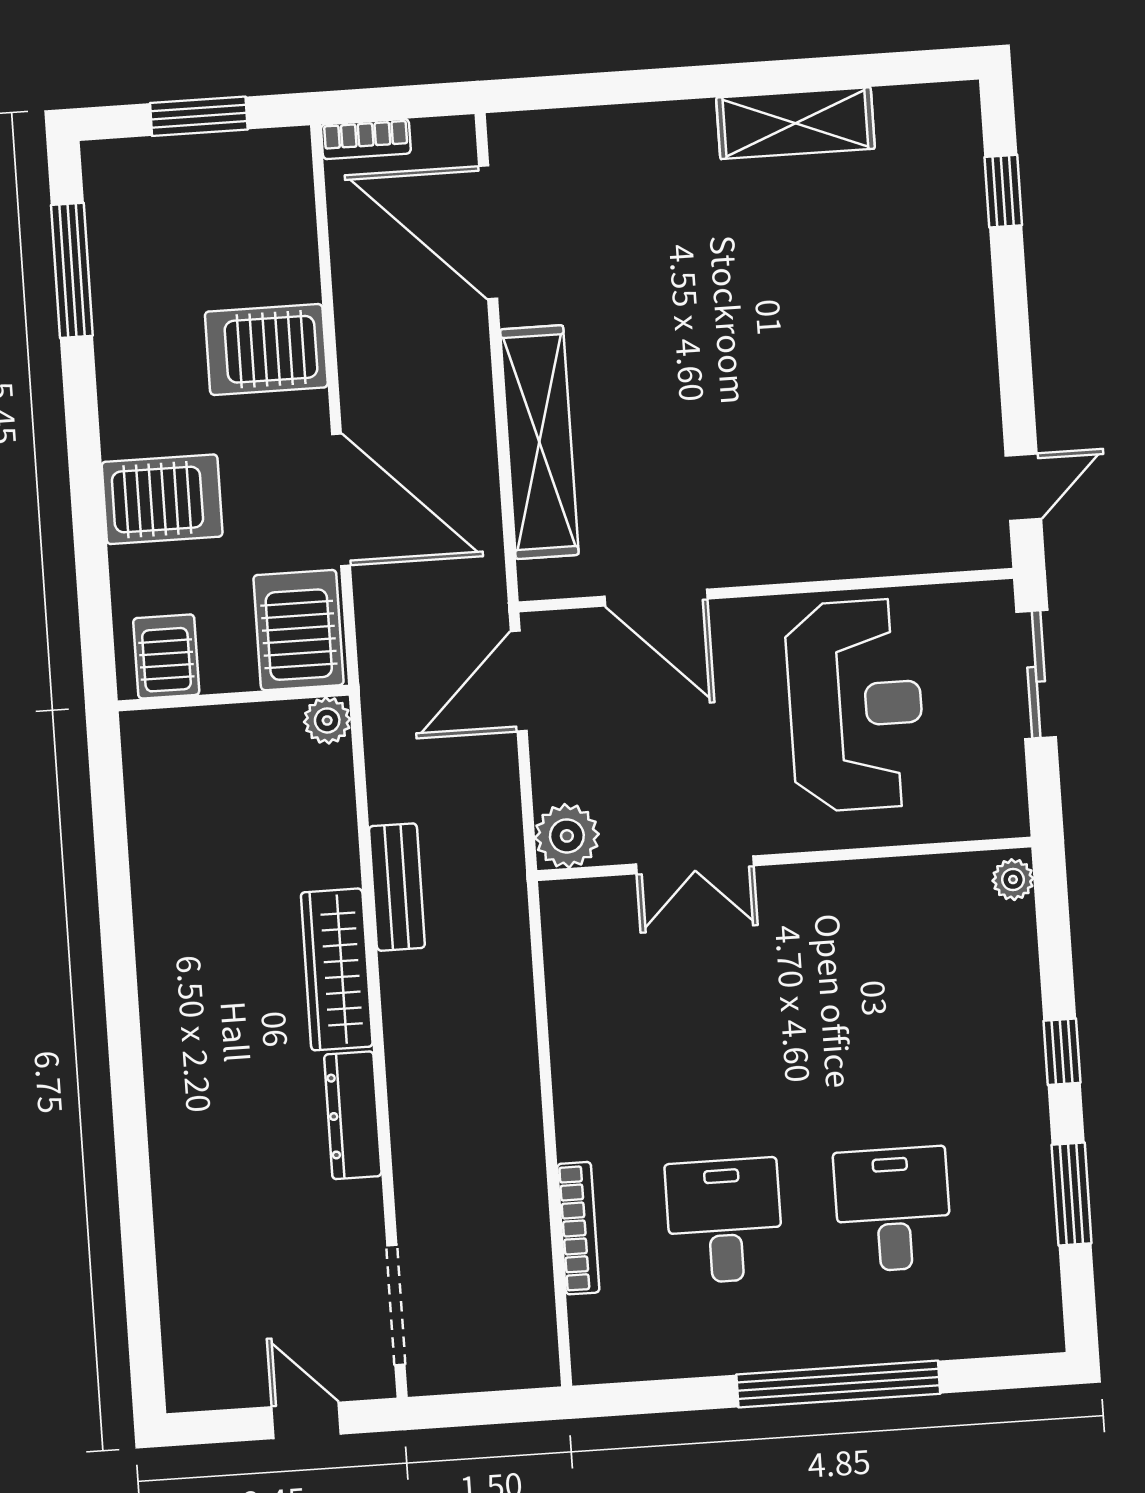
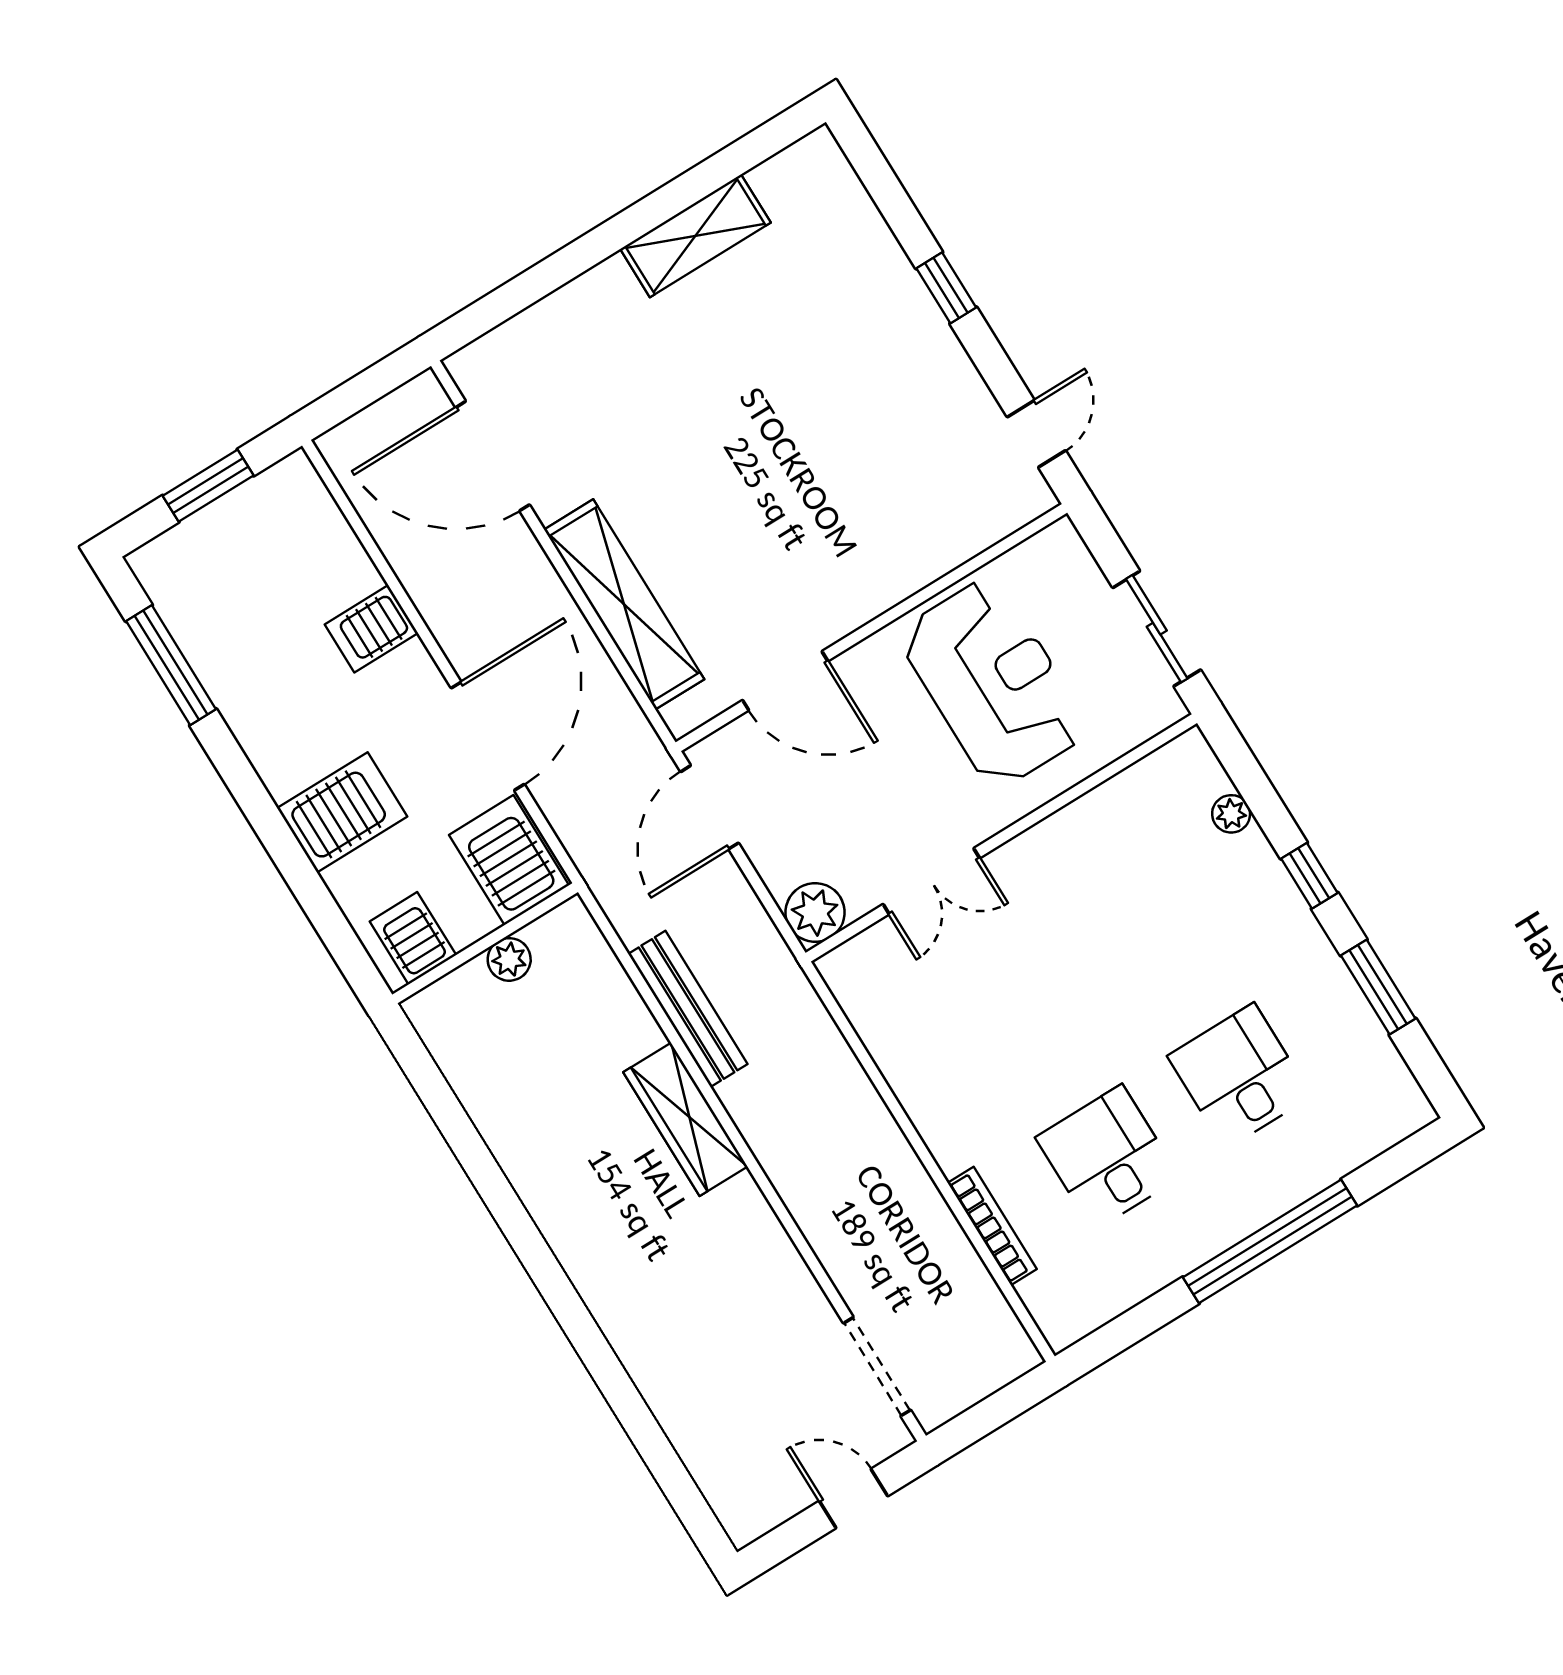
bookcase: (366, 139) -> (353, 433), removed
window: (1003, 191) -> (946, 288), moved
server rack: (266, 350) -> (371, 629), width x0.73, depth x0.70
door: (341, 500) -> (488, 736), hinge flipped
sliding door: (1036, 674) -> (1157, 629), moved
plant: (327, 720) -> (509, 959), moved
plant: (1013, 880) -> (1231, 814), moved
bench: (397, 887) -> (688, 1009), width x1.36
dresser: (353, 1115) -> (761, 1231), removed

